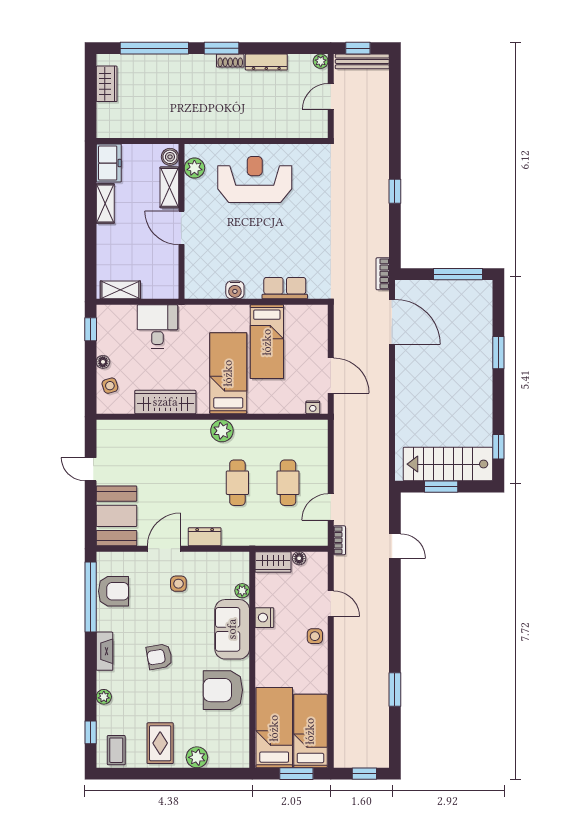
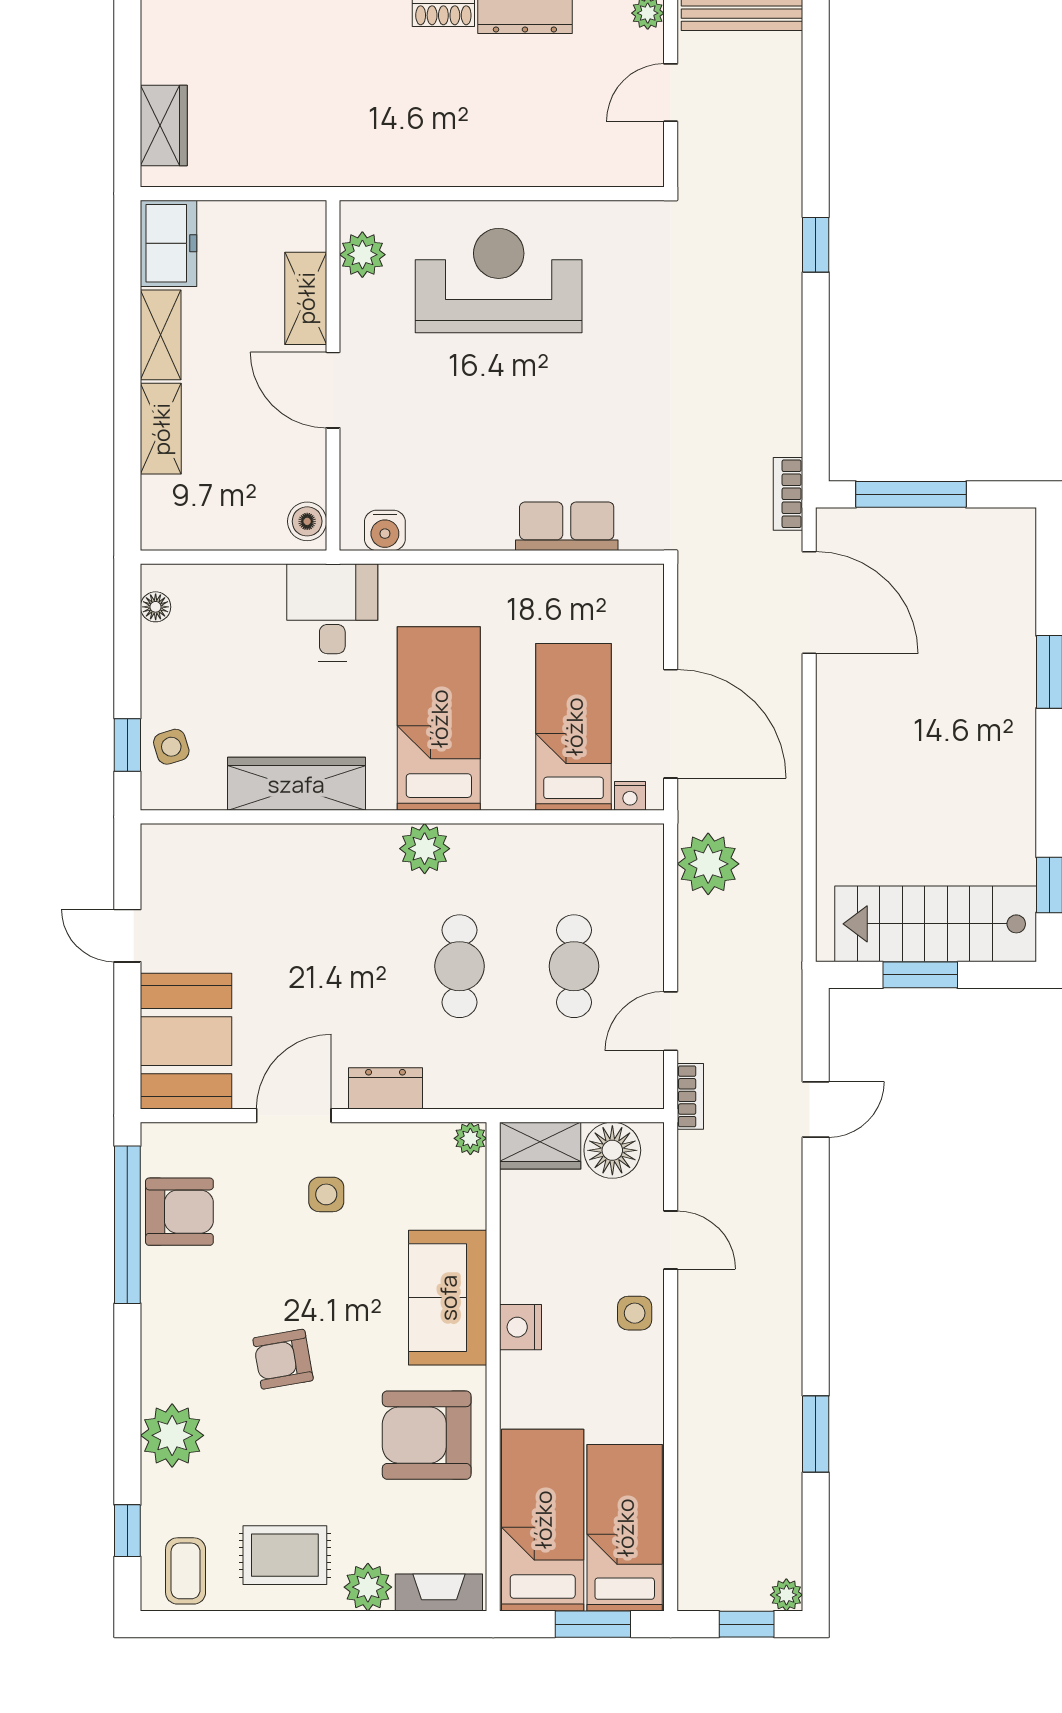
wardrobe: (107, 84) -> (164, 125), moved
boiler: (170, 157) -> (307, 521), moved
window: (395, 191) -> (816, 245), moved
window: (458, 274) -> (911, 494), moved
shelving: (120, 290) -> (161, 429), moved, turned 90
water cooler: (235, 290) -> (385, 530), moved
desk: (157, 326) -> (332, 613), moved
window: (91, 329) -> (127, 745), moved
bed: (267, 342) -> (574, 727), moved, turned 180
floor lamp: (103, 362) -> (156, 607), moved
door: (331, 375) -> (671, 724), width x1.36
plant: (347, 437) -> (708, 864), added
door: (395, 546) -> (816, 1109), hinge flipped
floor lamp: (299, 558) -> (612, 1150), width x1.89, depth x1.89
plant: (242, 591) -> (470, 1138), moved
nightstand: (264, 618) -> (521, 1327), moved
fireplace: (104, 651) -> (439, 1593), moved, turned -90
plant: (104, 697) -> (172, 1435), width x1.88, depth x1.88
rug: (160, 743) -> (285, 1555), turned 90
plant: (382, 761) -> (786, 1595), added

